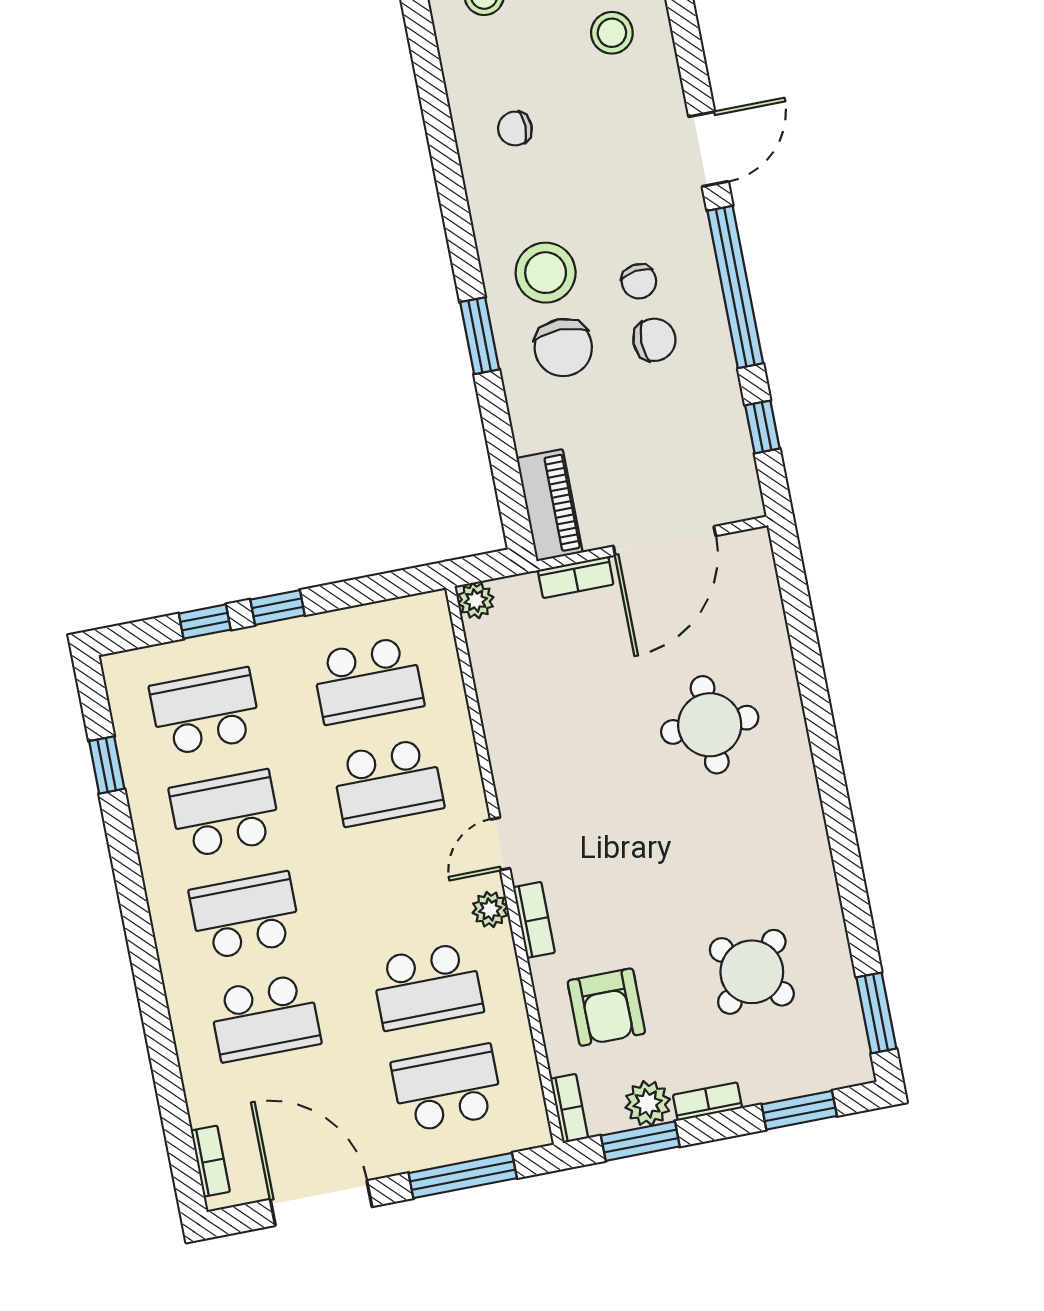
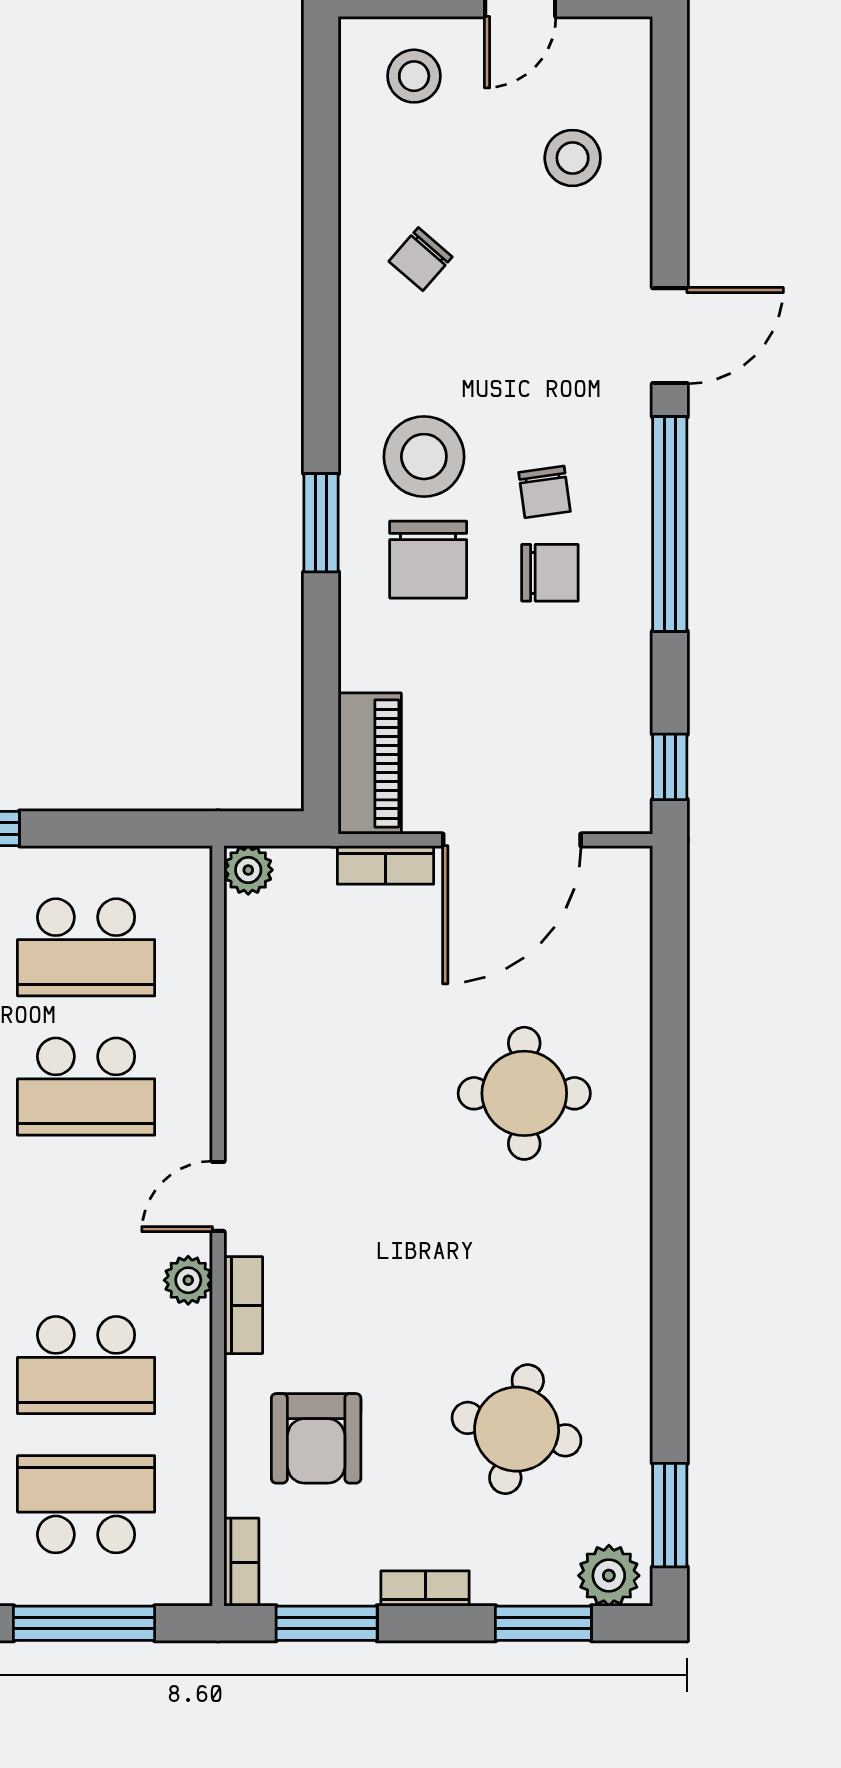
chair: (515, 129) -> (421, 259), turned -49
window: (762, 427) -> (670, 767), moved
round table: (752, 972) -> (517, 1429), turned -34
plant: (648, 1103) -> (609, 1576), moved

